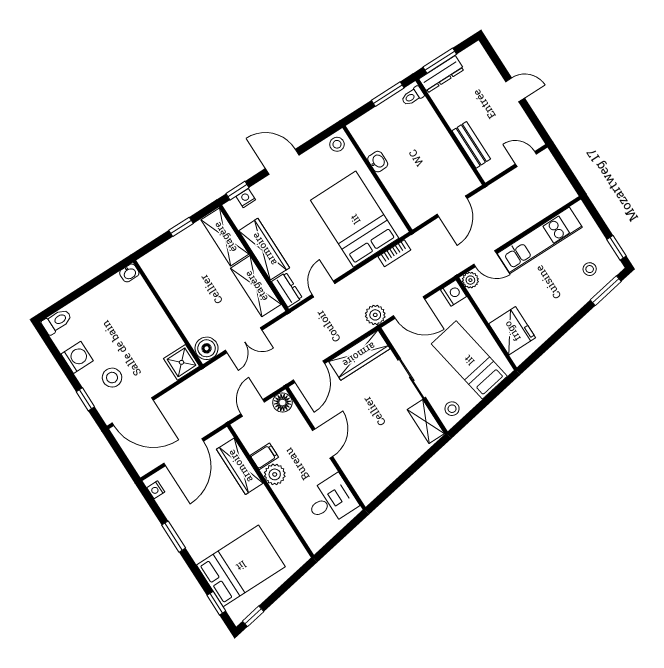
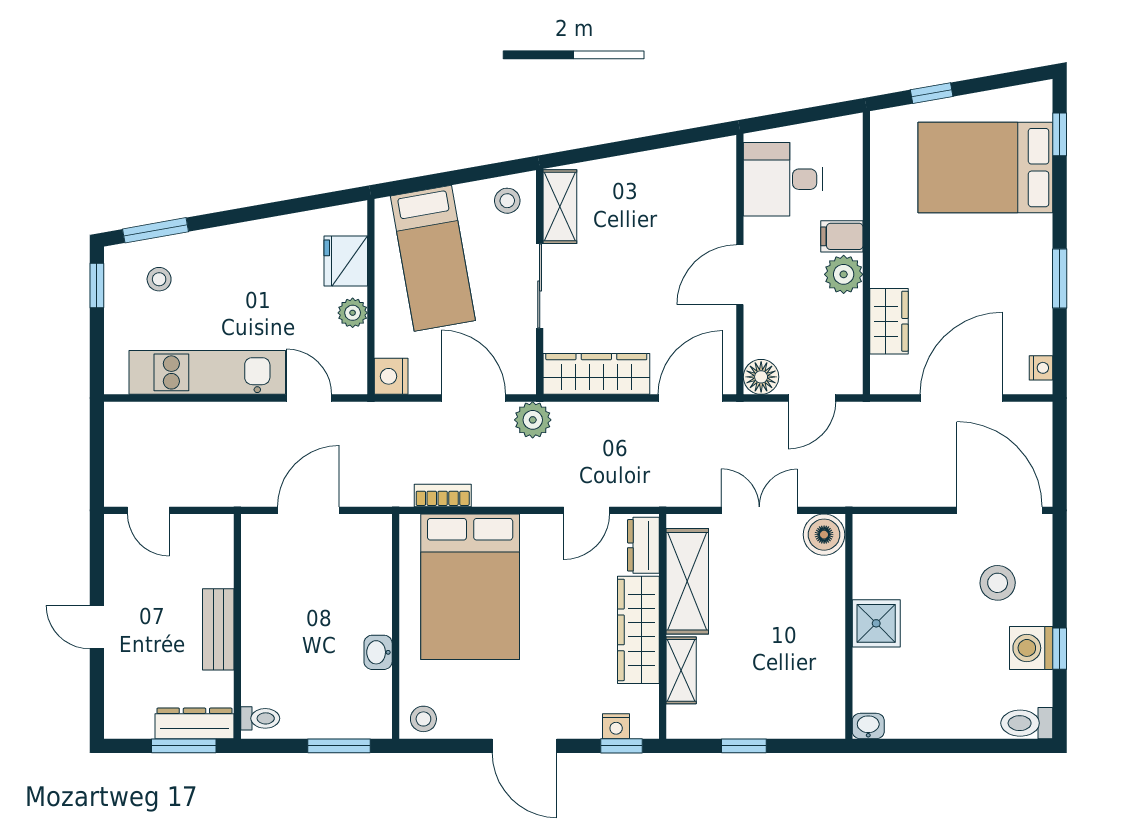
window: (388, 94) -> (339, 746), moved
bench: (471, 145) -> (218, 629), moved
shelving: (225, 237) -> (681, 670), width x0.67, depth x0.75
plant: (470, 280) -> (353, 313), moved
fridge: (512, 331) -> (346, 261), width x0.73, depth x0.75
shower: (181, 362) -> (876, 623), moved
window: (85, 399) -> (1060, 649), moved
filing cabinet: (264, 456) -> (842, 236), moved
wardrobe: (240, 466) -> (889, 321), width x0.67
window: (253, 616) -> (932, 93), moved

